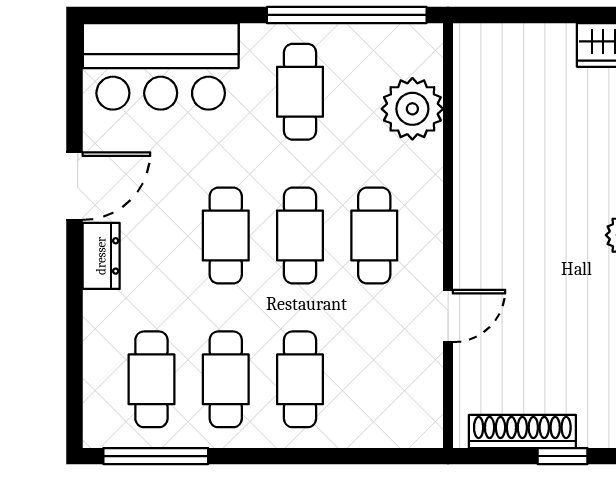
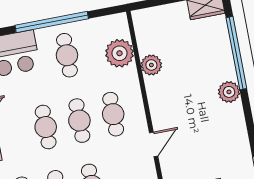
window: (347, 15) -> (52, 22), moved
plant: (475, 147) -> (151, 65), added

